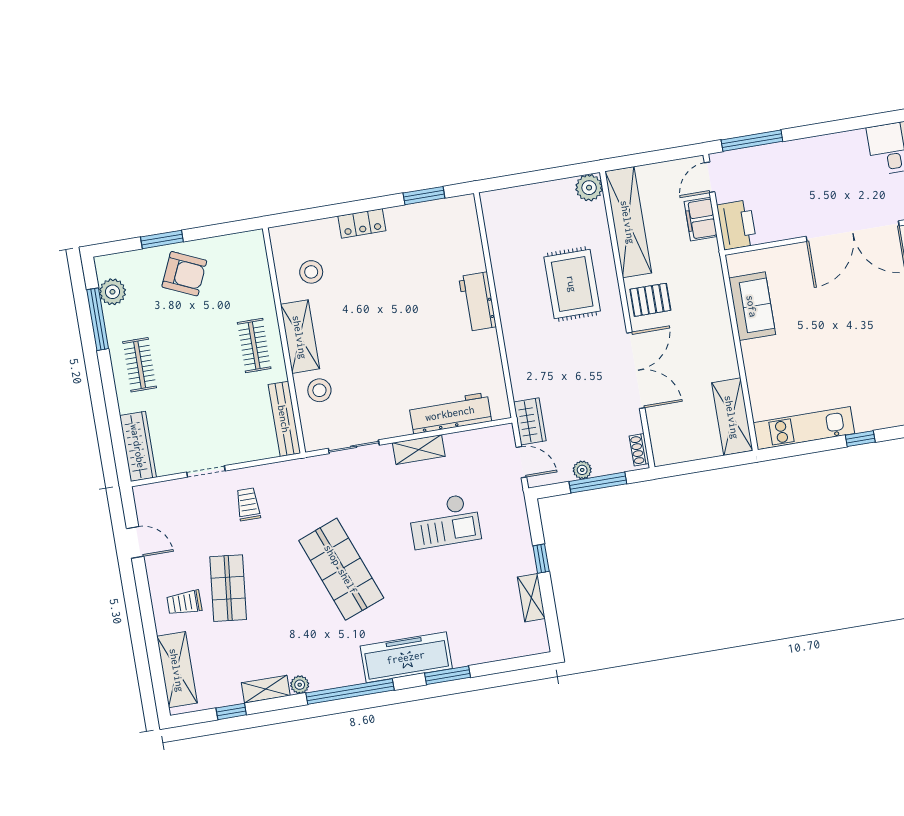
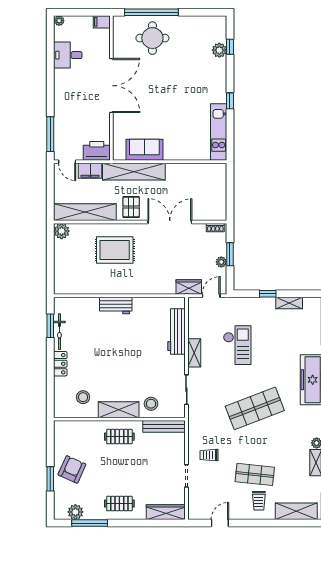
bicycle: (417, 213) -> (59, 332), added
shelving: (732, 417) -> (134, 172), moved, width x1.47
window: (598, 483) -> (230, 254), width x0.69

